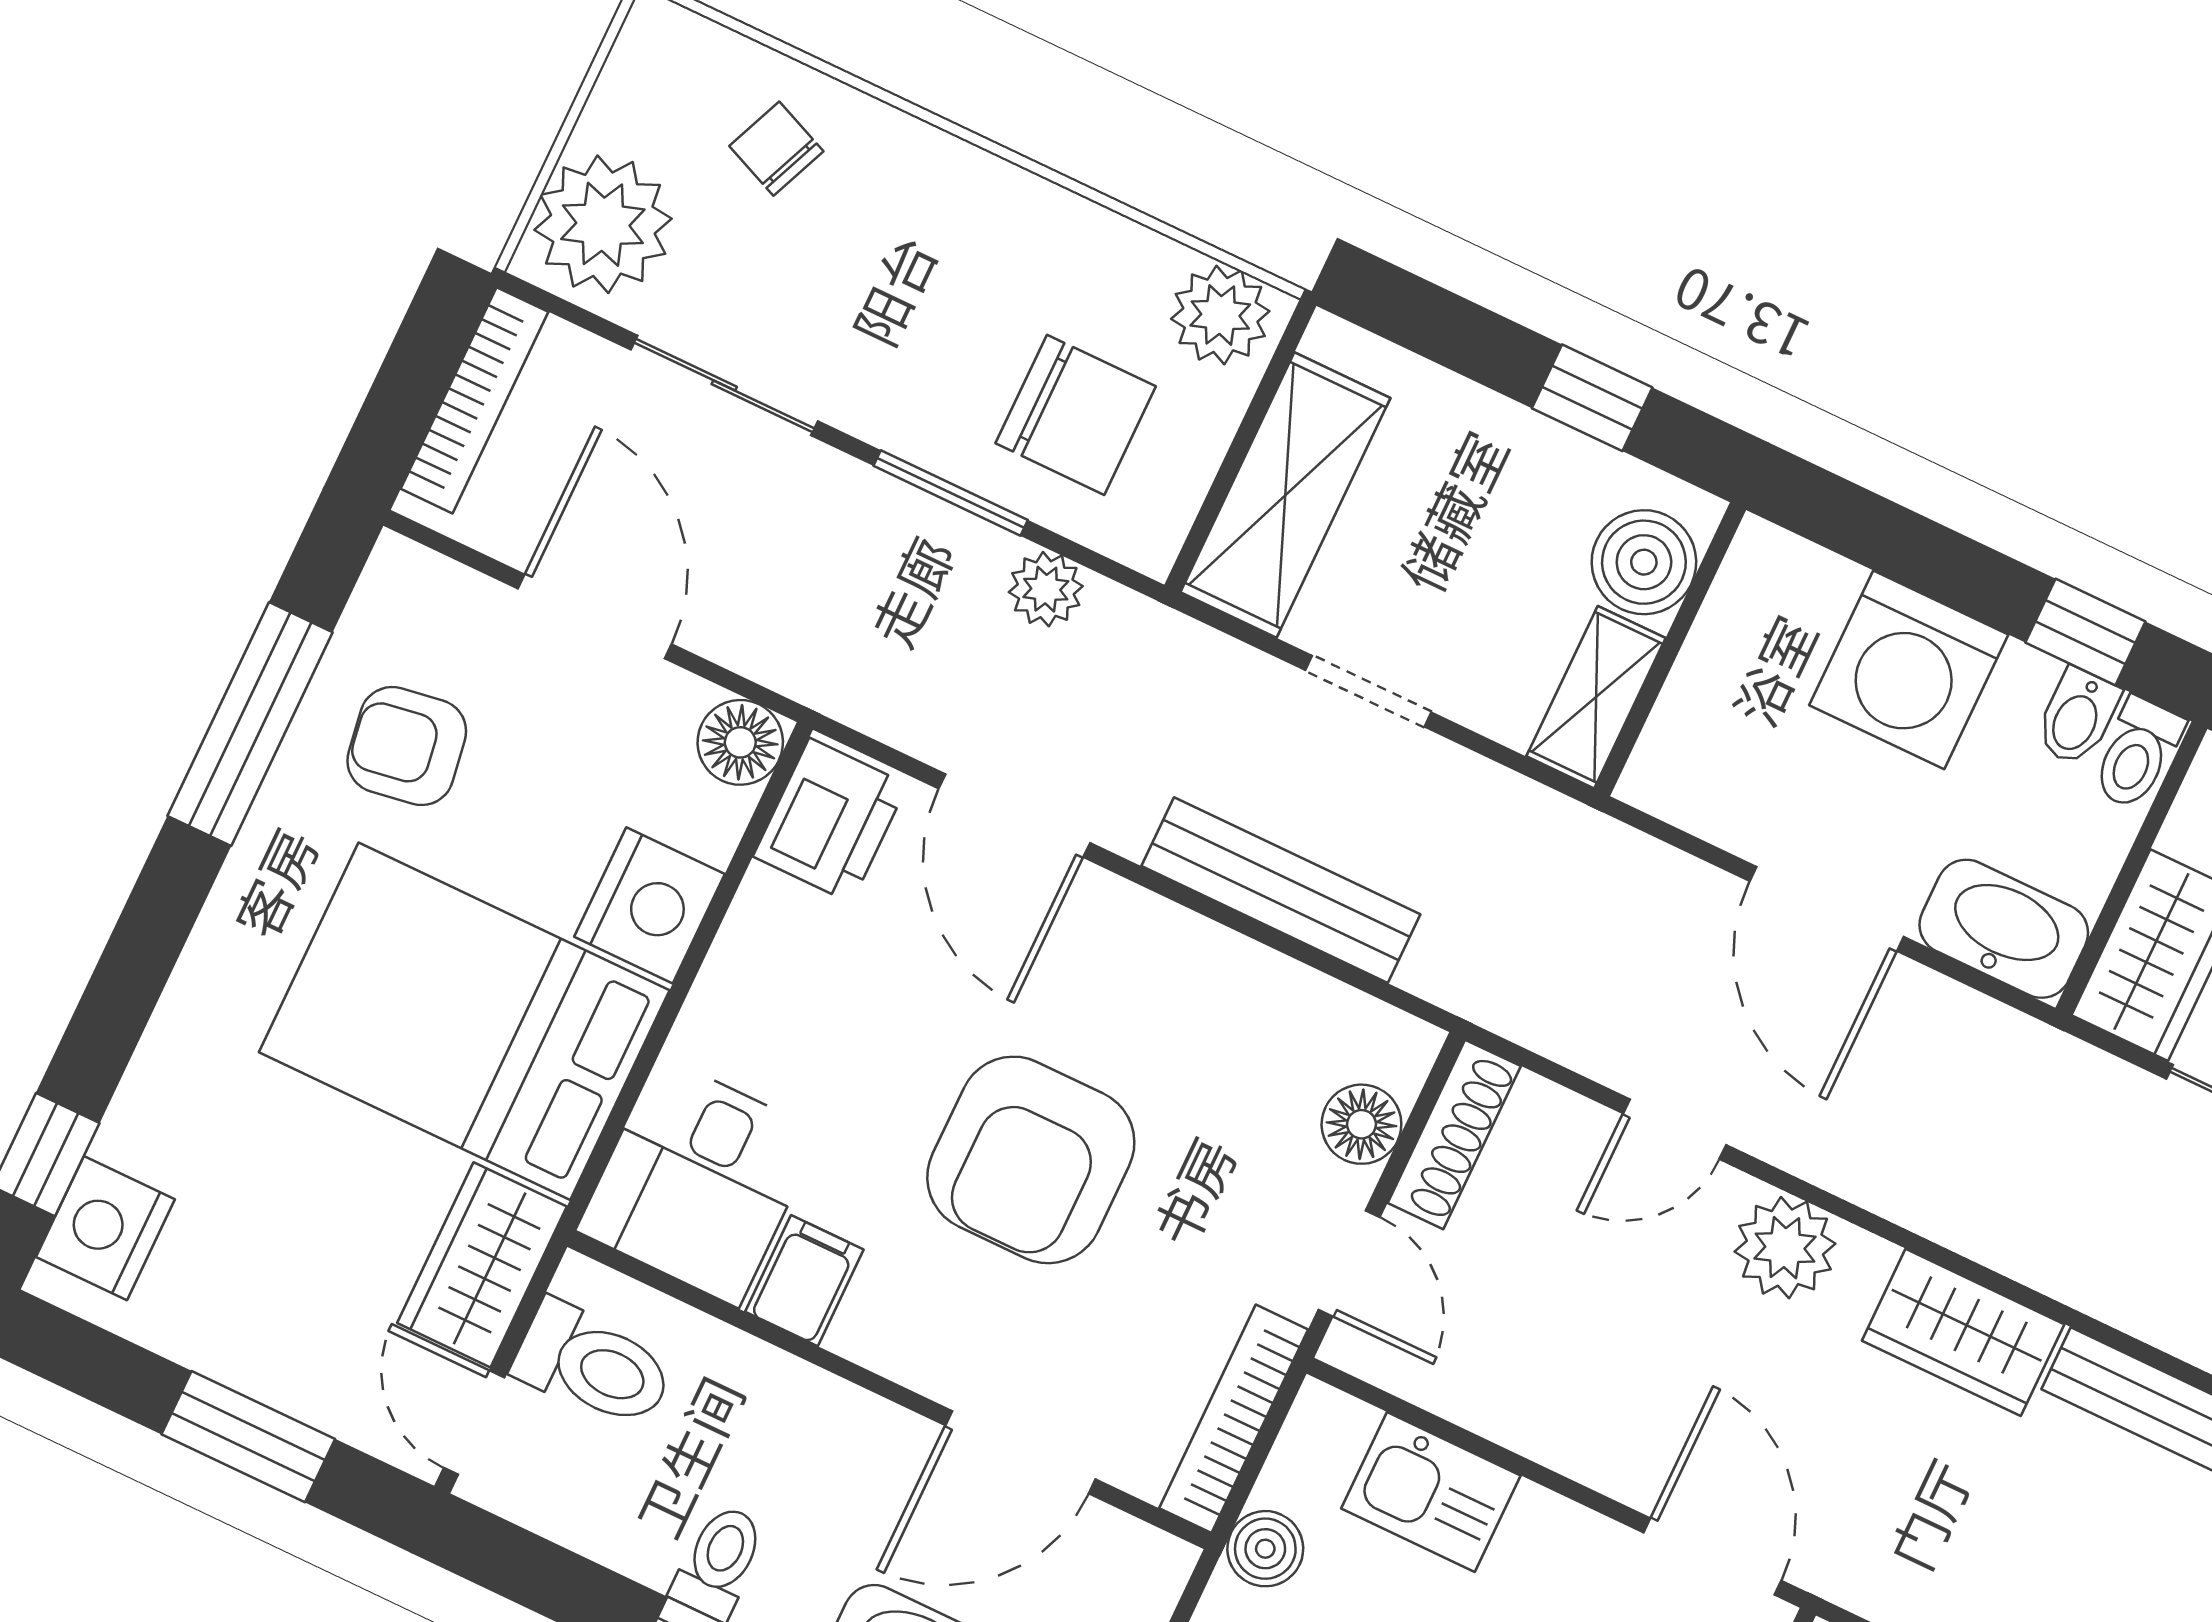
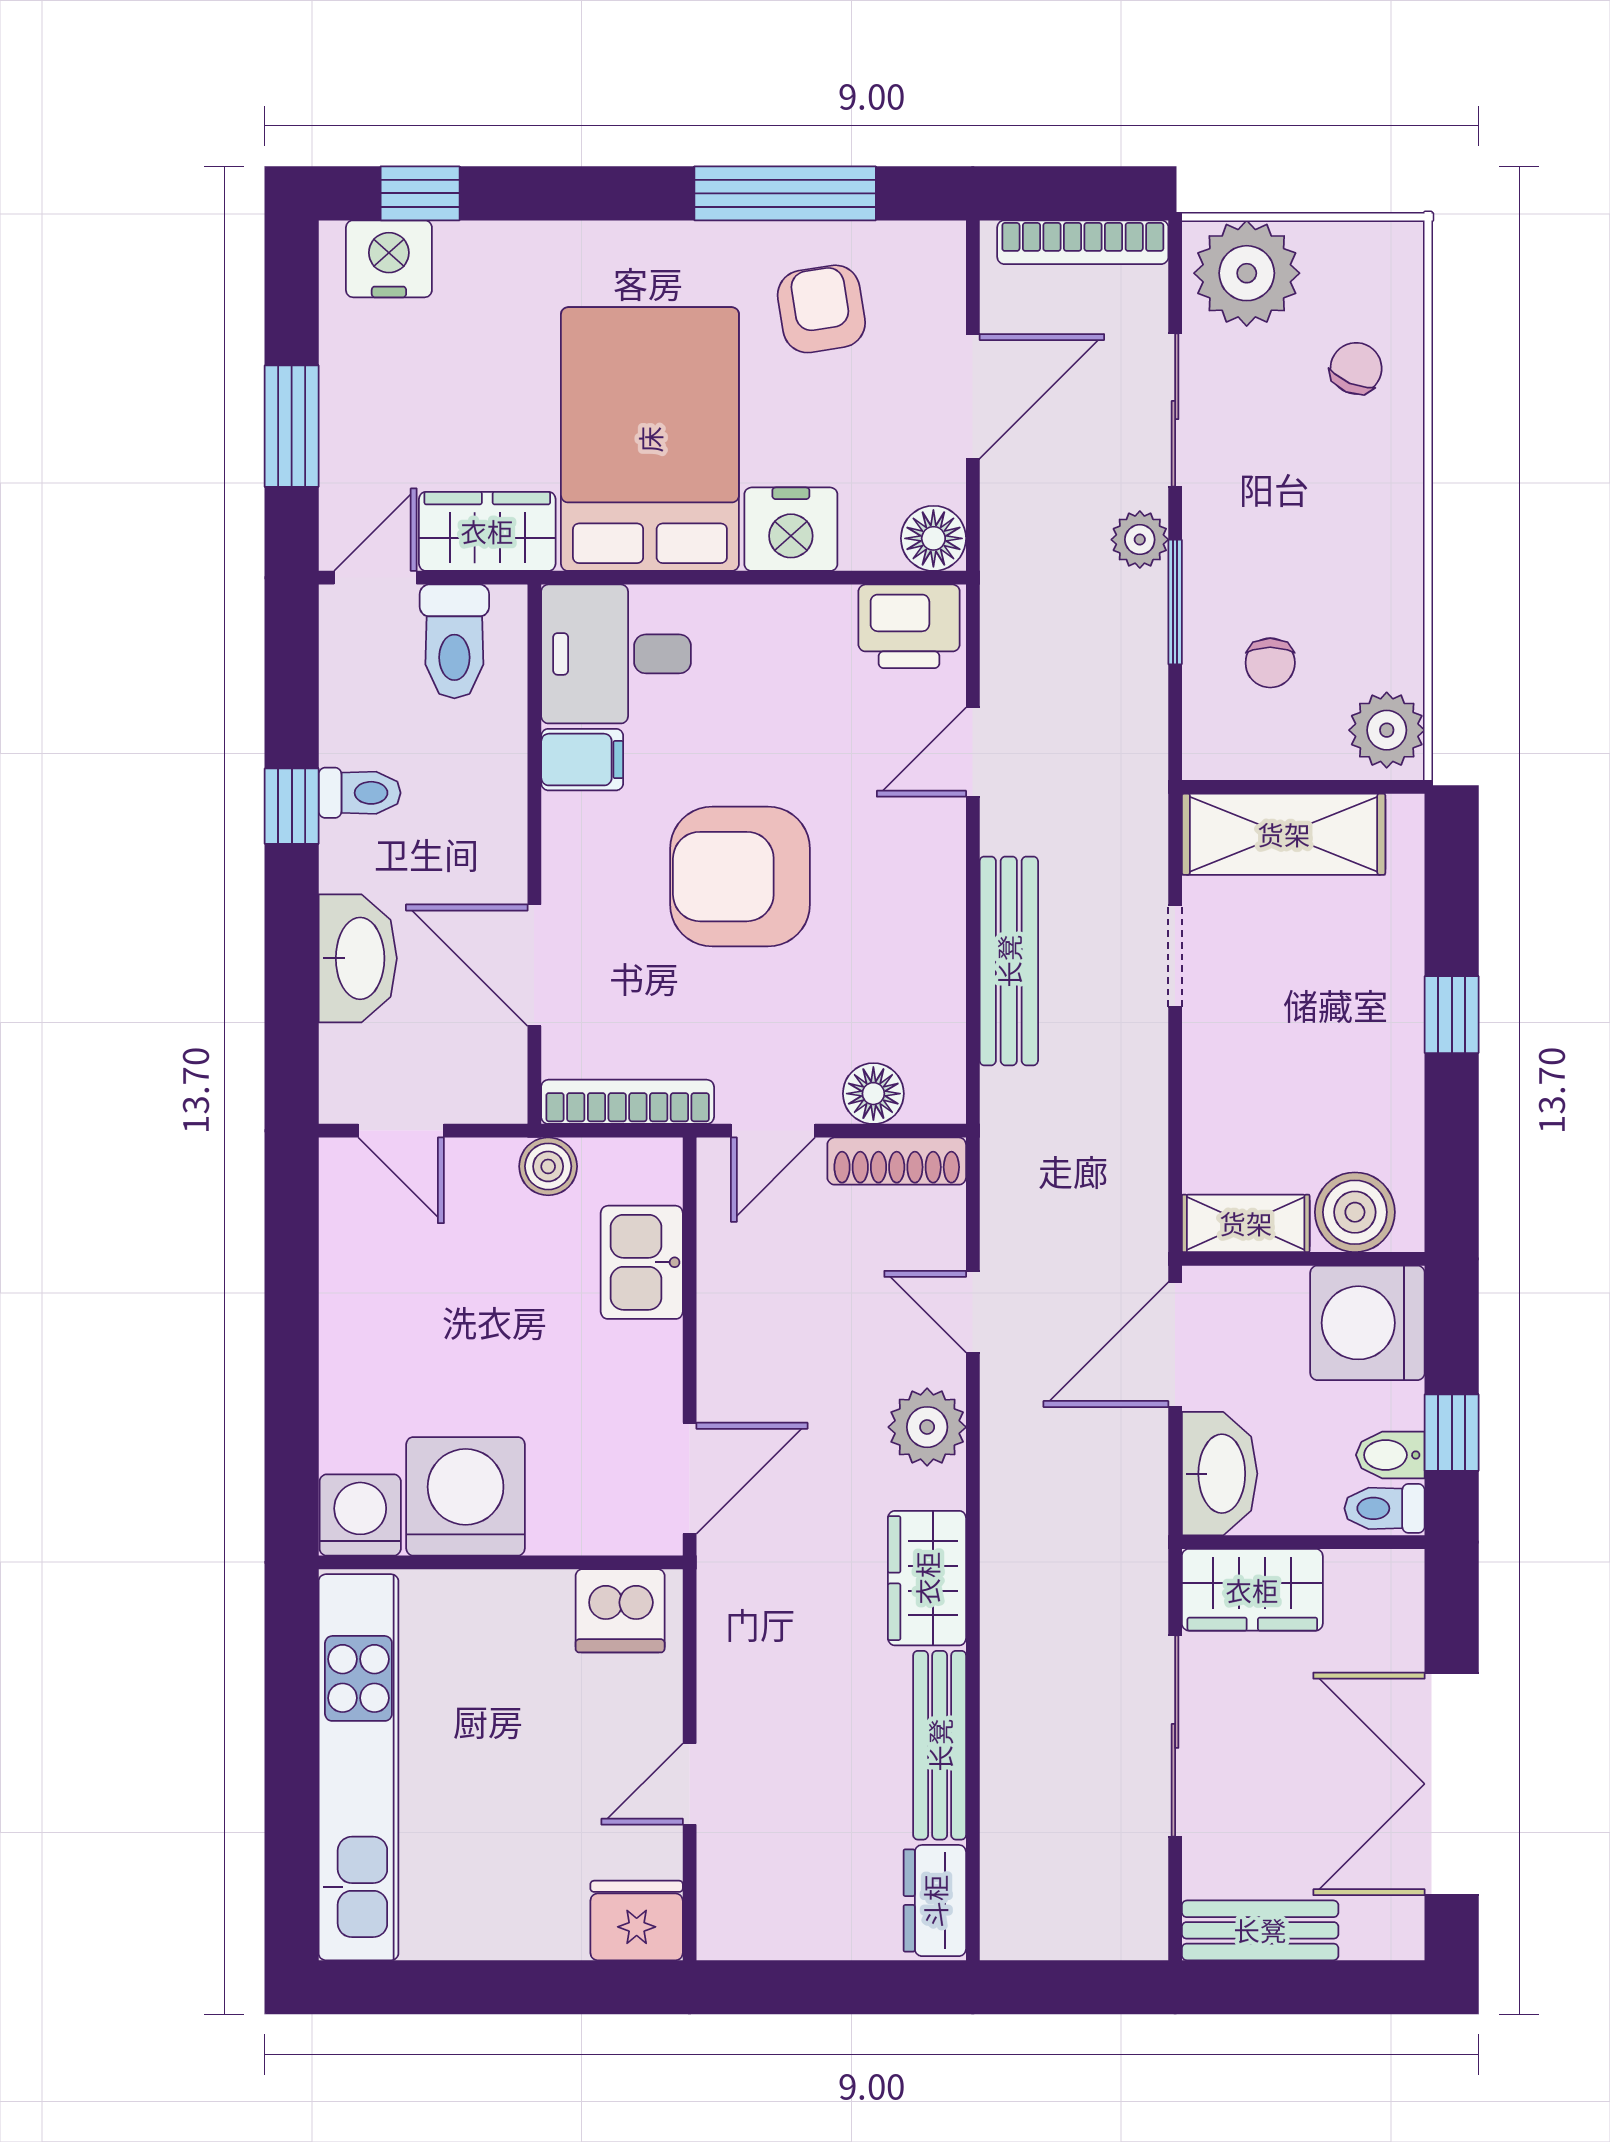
chair: (1076, 415) -> (1270, 663), width x0.54, depth x0.54
boiler: (1644, 562) -> (1355, 1212), moved
plant: (1046, 589) -> (1140, 540), moved
wall: (1670, 649) -> (1303, 1259), moved
shelving: (1596, 697) -> (1246, 1223), moved
door: (1014, 816) -> (973, 752), width x0.73

